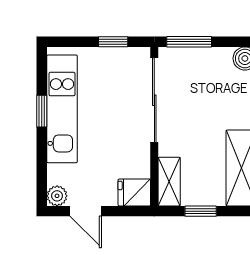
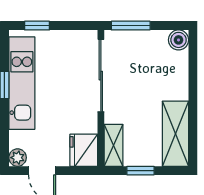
window: (113, 42) -> (37, 26), moved
fridge: (134, 192) -> (84, 150), width x1.38

